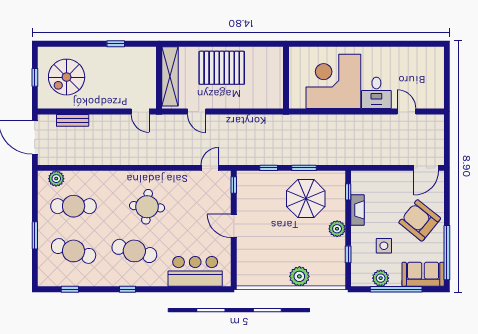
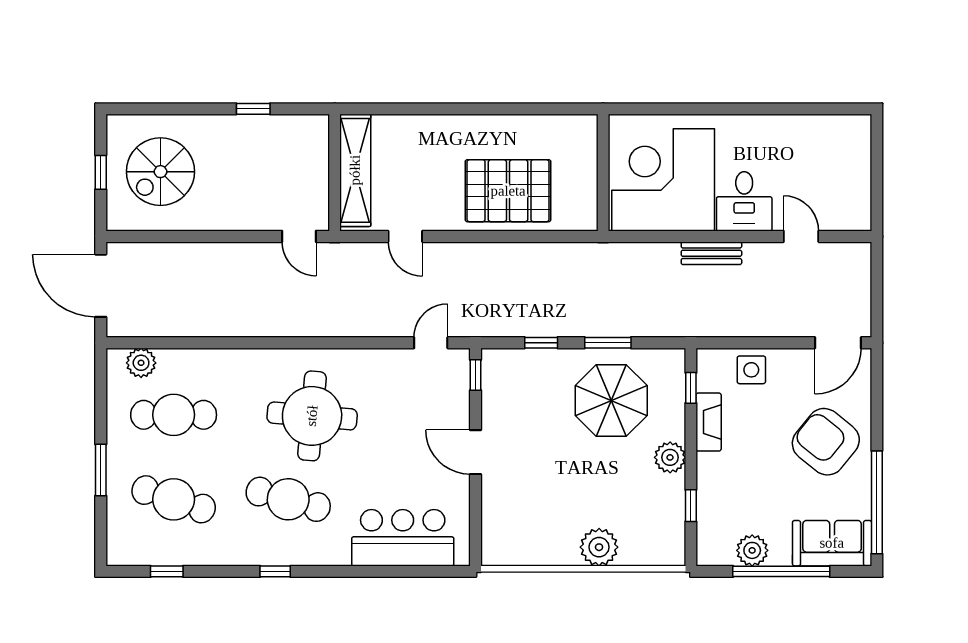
pallet: (222, 68) -> (508, 191), moved
wall: (286, 78) -> (603, 173), moved
bench: (73, 120) -> (711, 253), moved
round table: (147, 207) -> (312, 416), width x1.36, depth x1.36
side table: (384, 246) -> (751, 370), moved

